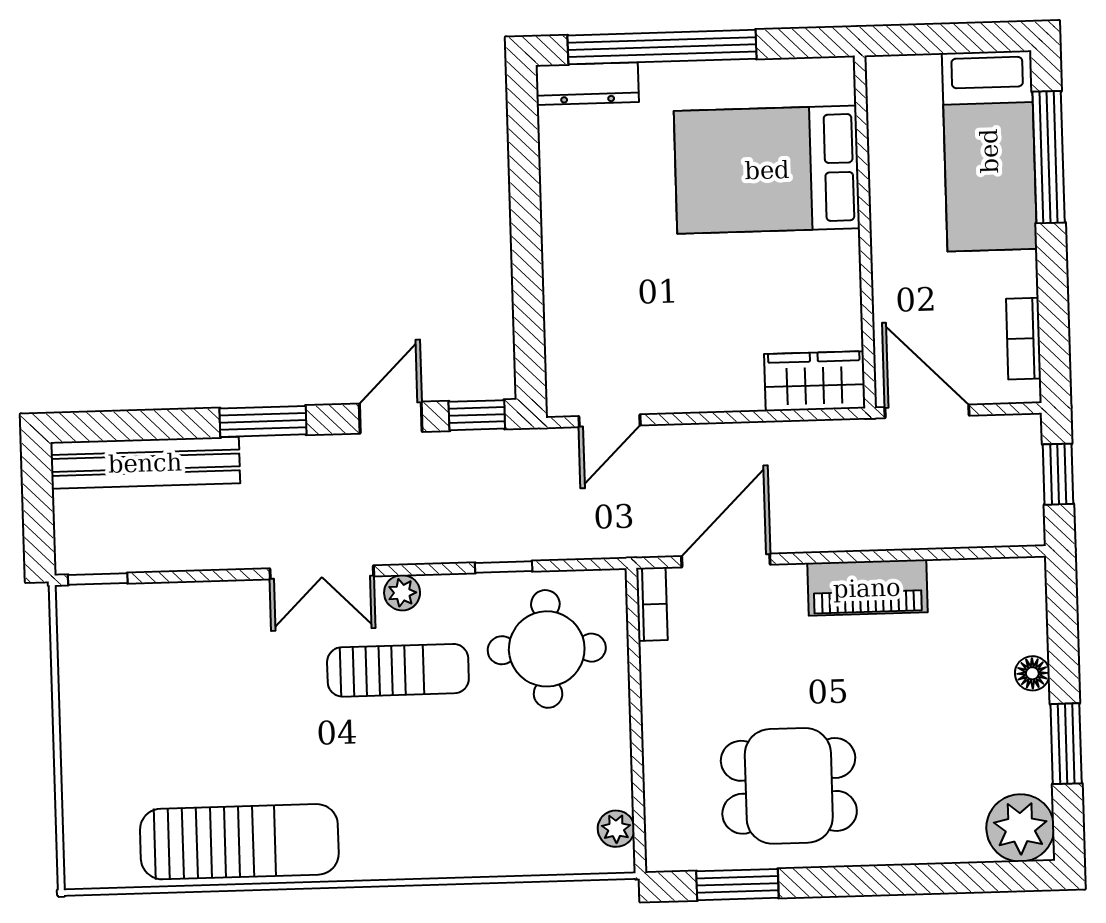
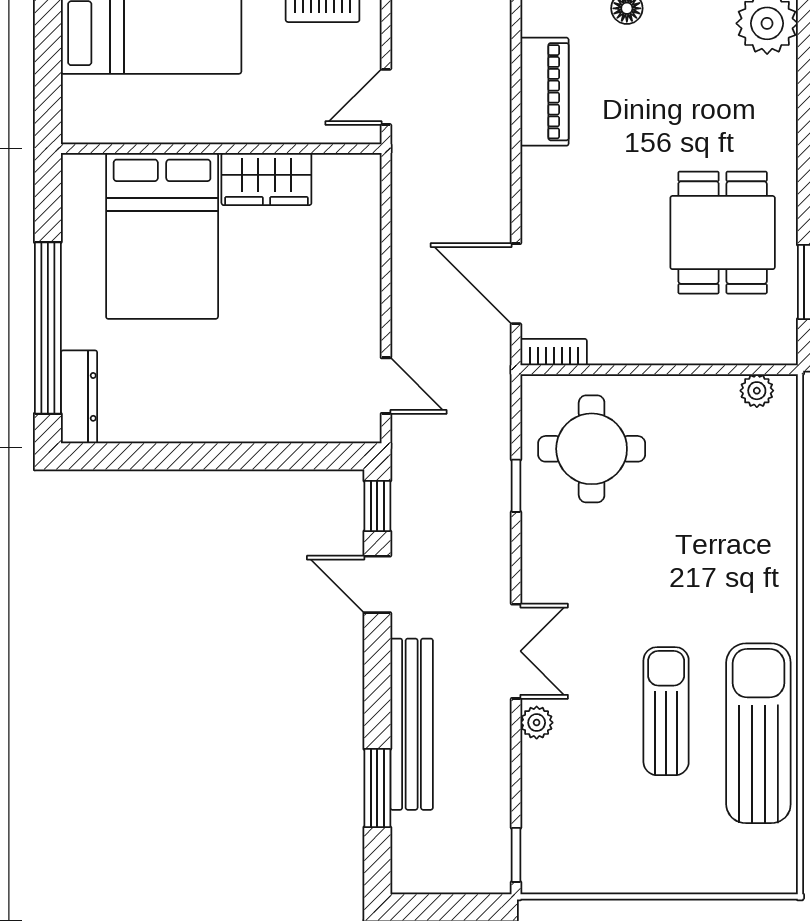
wardrobe: (814, 381) -> (266, 179), moved, turned -90
door: (927, 411) -> (386, 97), width x0.73
window: (263, 421) -> (377, 788), moved
bench: (145, 463) -> (412, 724), moved
piano: (867, 588) -> (545, 92), moved
plant: (402, 593) -> (537, 723), moved
sun lounger: (398, 670) -> (666, 711), moved

